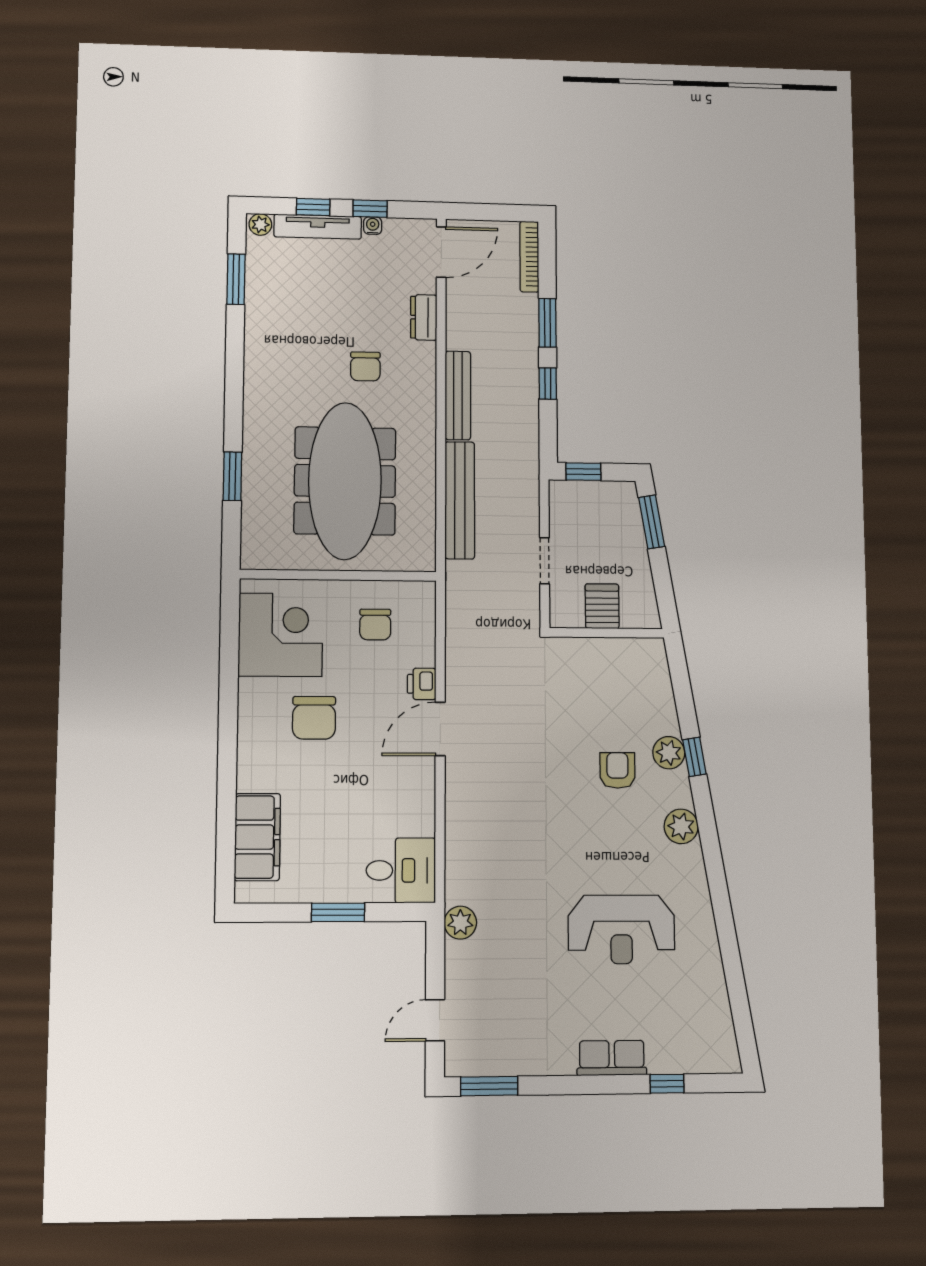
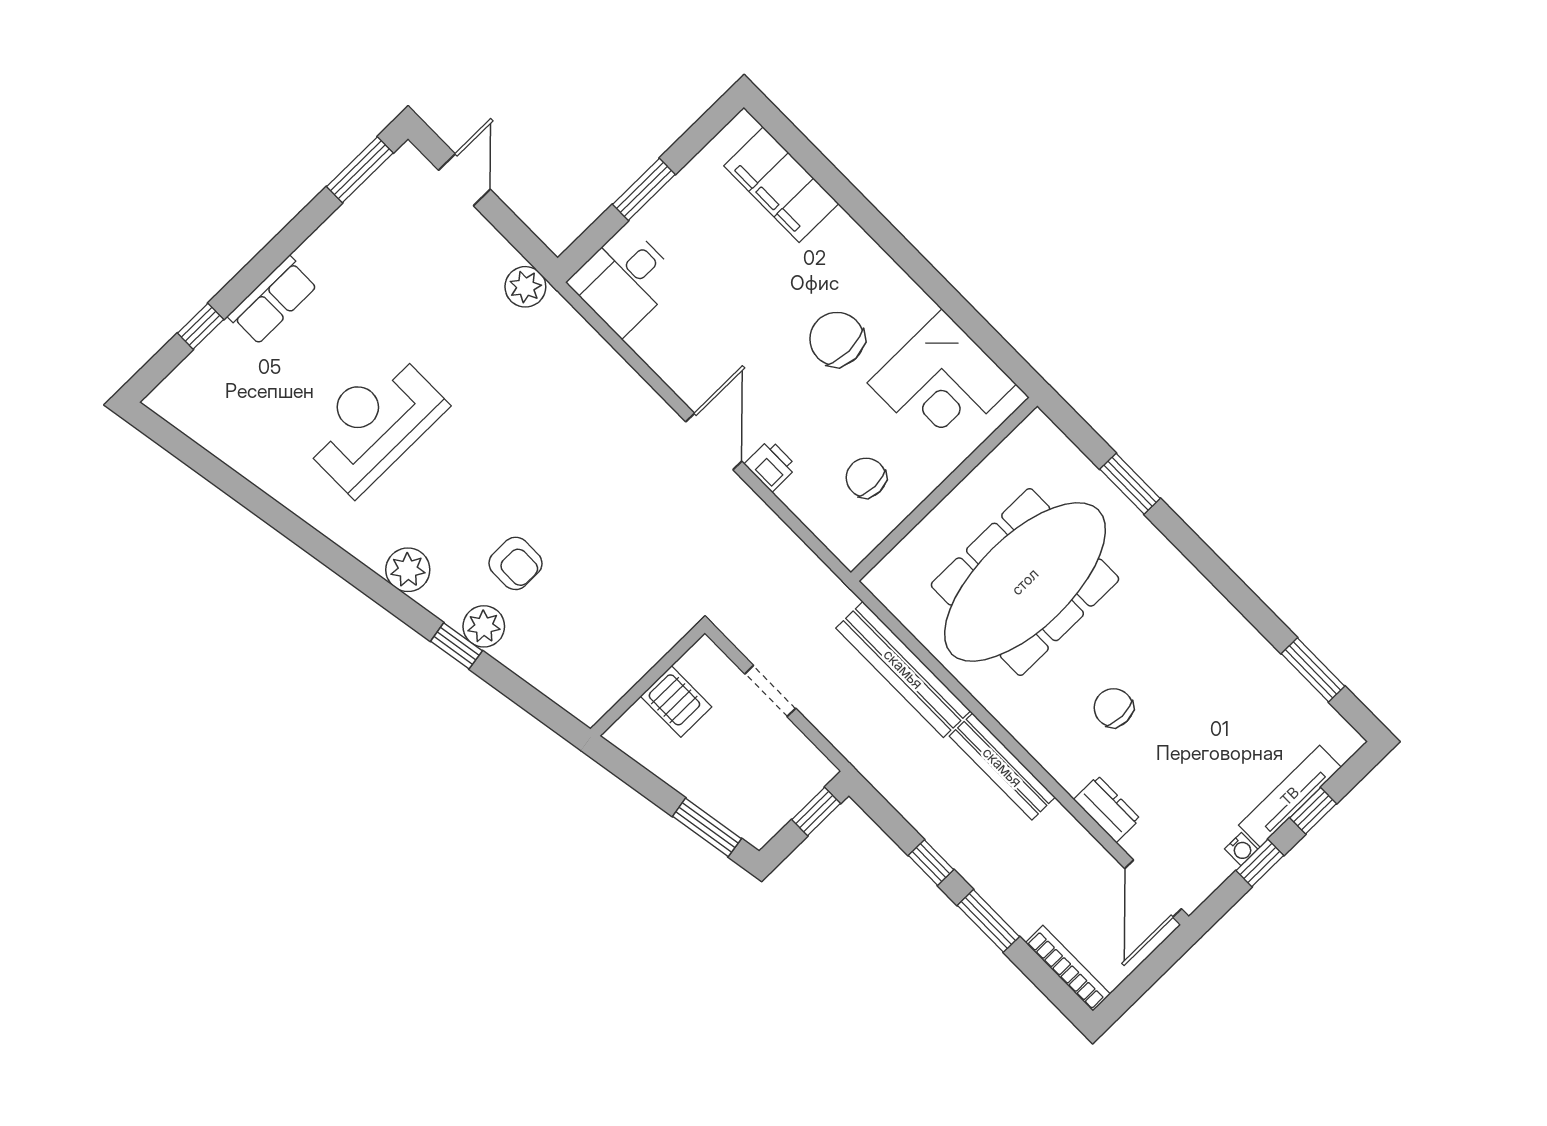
plant: (260, 225) -> (1344, 744), removed
meeting table: (345, 481) -> (1025, 582), turned 90

